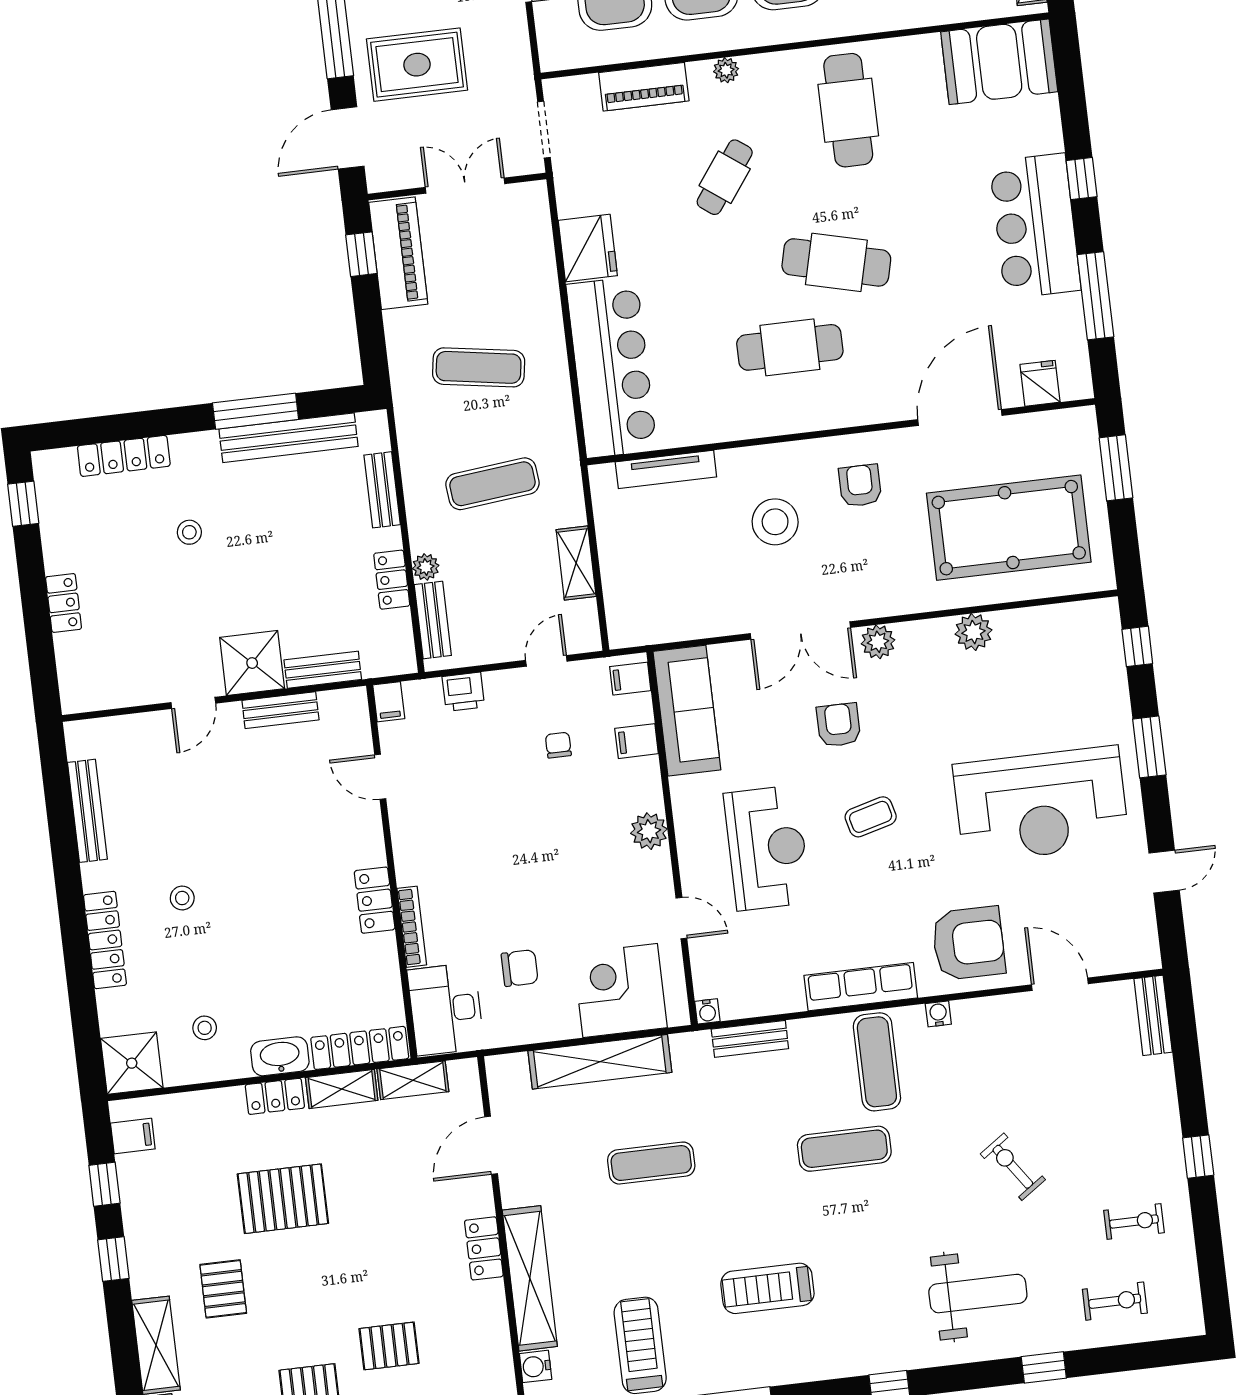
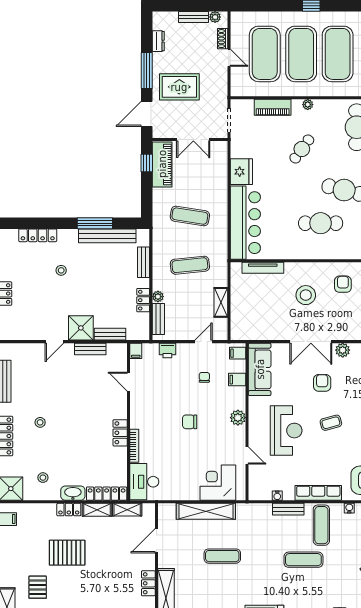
double door: (465, 186) -> (193, 140), swing flipped
chair: (520, 968) -> (190, 422), moved, turned 180
water cooler: (707, 1011) -> (277, 496), moved
bench: (750, 1039) -> (288, 509), moved

